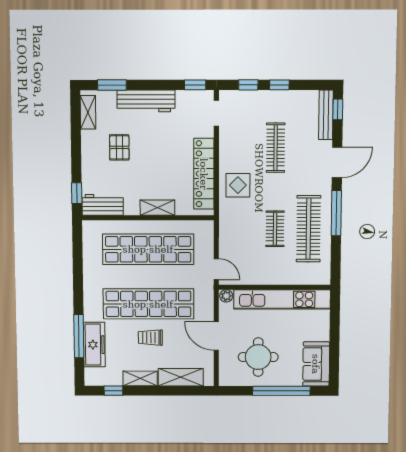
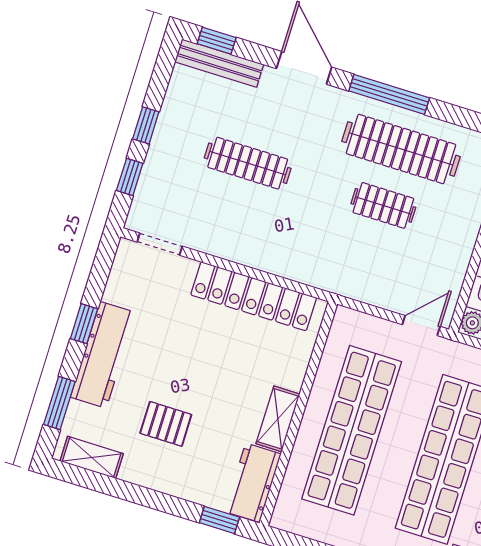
window: (195, 85) -> (84, 324), moved
display table: (238, 185) -> (291, 245), removed
shelving: (157, 208) -> (278, 419), moved

